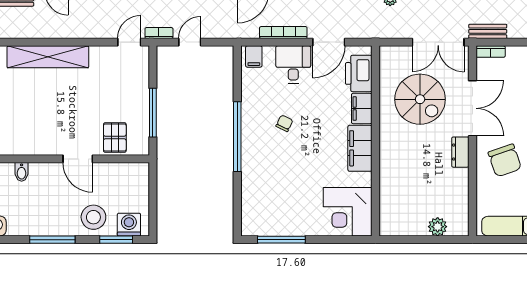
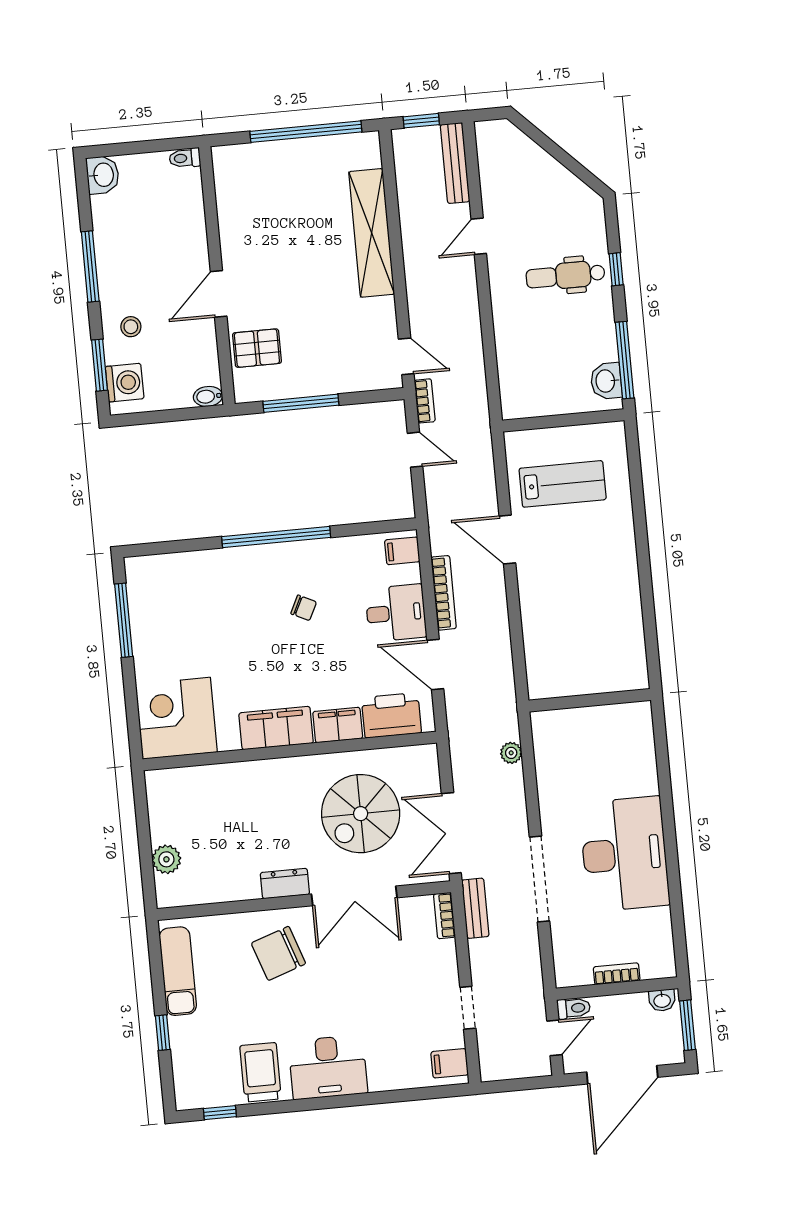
bidet: (22, 172) -> (208, 396), moved
stool: (93, 217) -> (131, 327), width x0.53, depth x0.53

